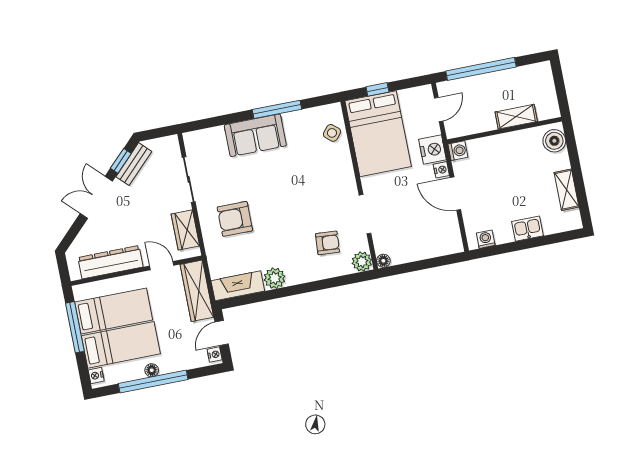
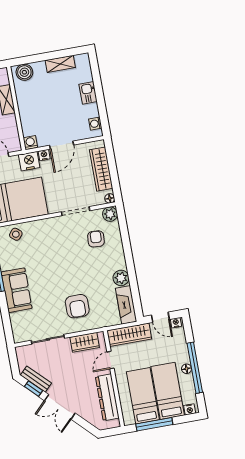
wardrobe: (423, 248) -> (101, 169), added

